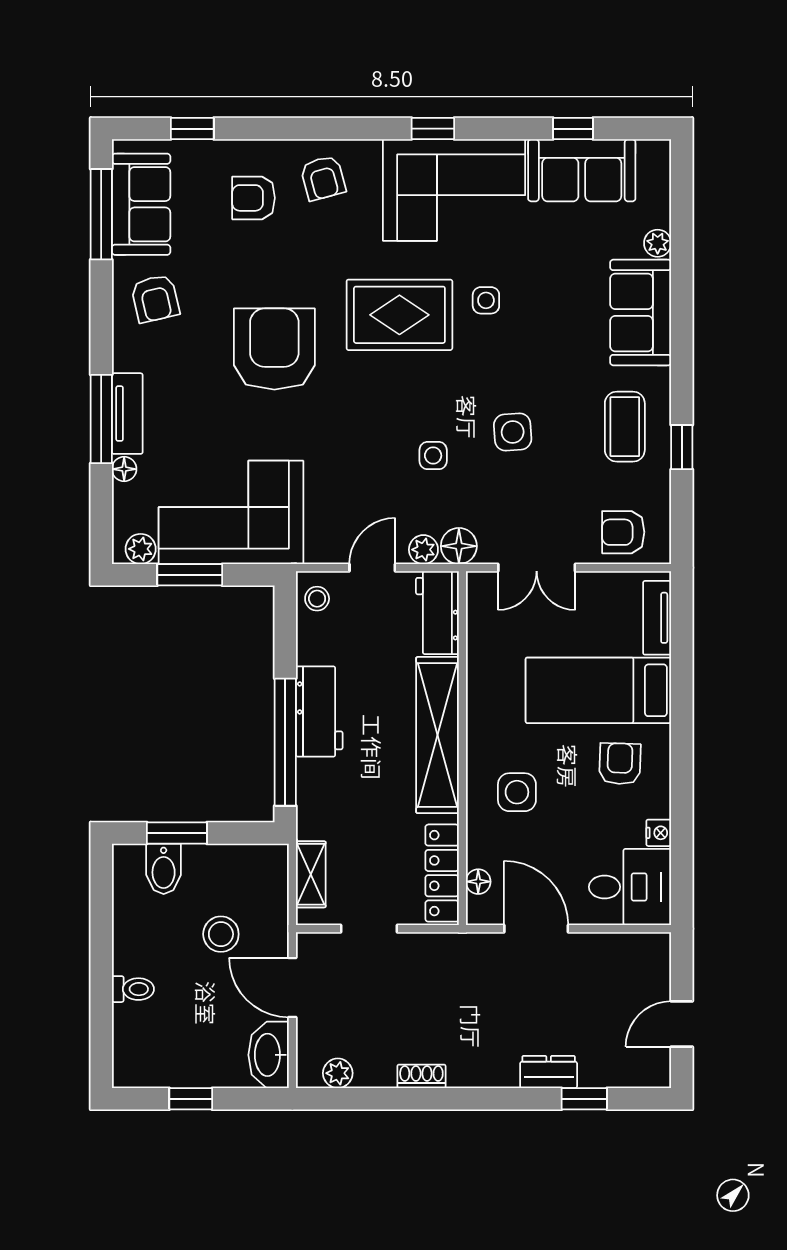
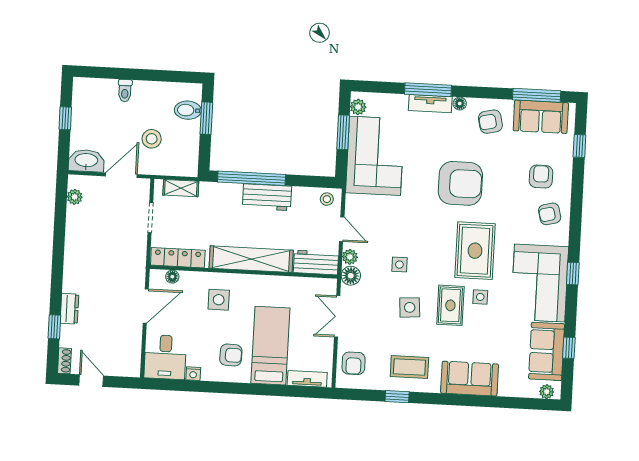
plant: (658, 243) -> (547, 392), moved
rug: (505, 356) -> (450, 305), added
floor lamp: (124, 469) -> (460, 104), moved
armchair: (623, 532) -> (354, 363), turned 180
shoe rack: (421, 1076) -> (64, 361), moved

